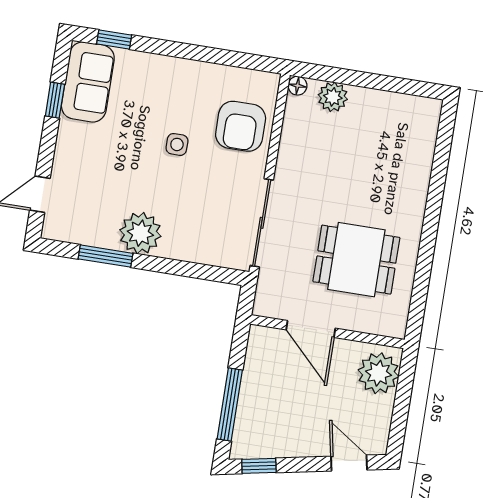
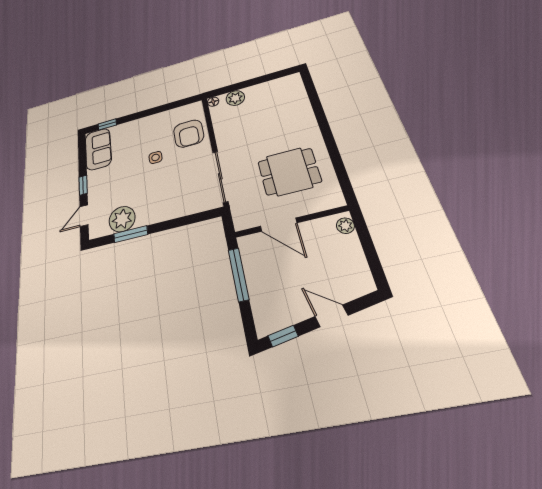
window: (55, 100) -> (83, 185), moved
plant: (140, 233) -> (122, 219), moved
plant: (378, 373) -> (345, 226), width x0.53, depth x0.53
window: (230, 404) -> (238, 274), moved
door: (349, 463) -> (331, 316), moved

